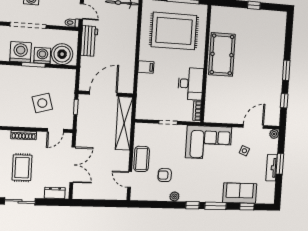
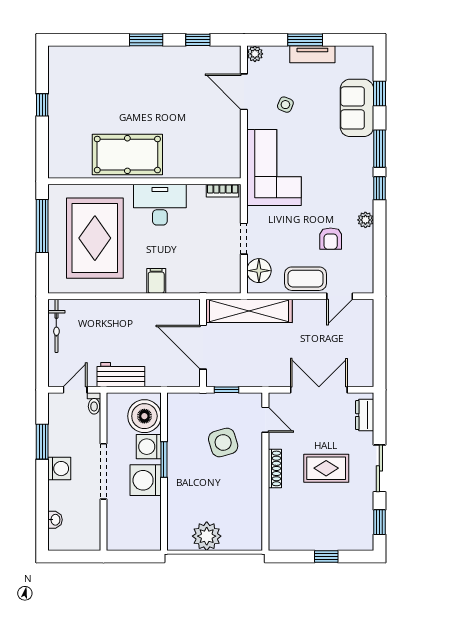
desk: (191, 84) -> (160, 205), moved
floor lamp: (148, 131) -> (259, 271), added

